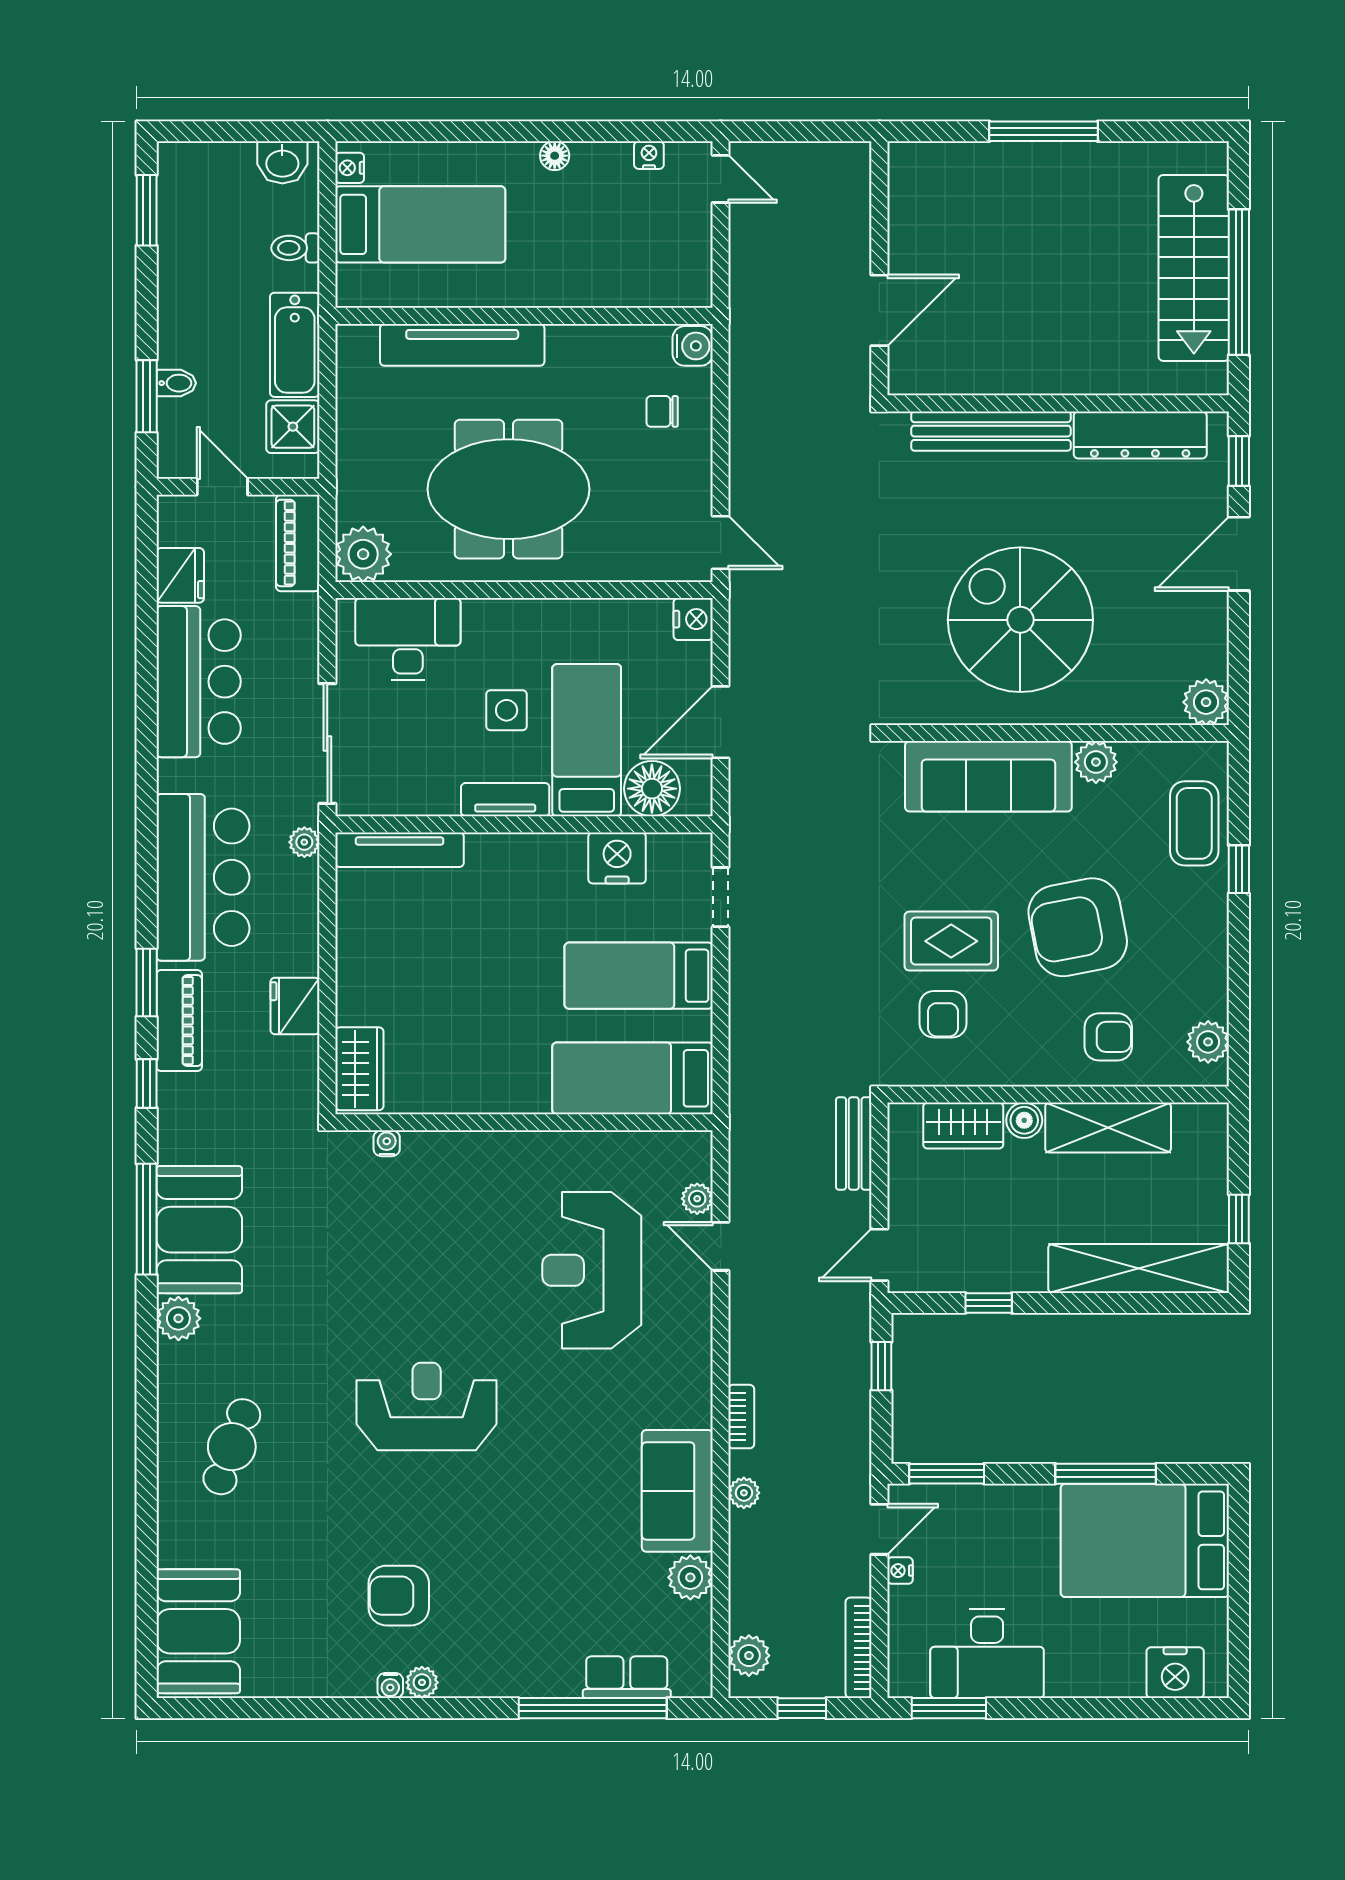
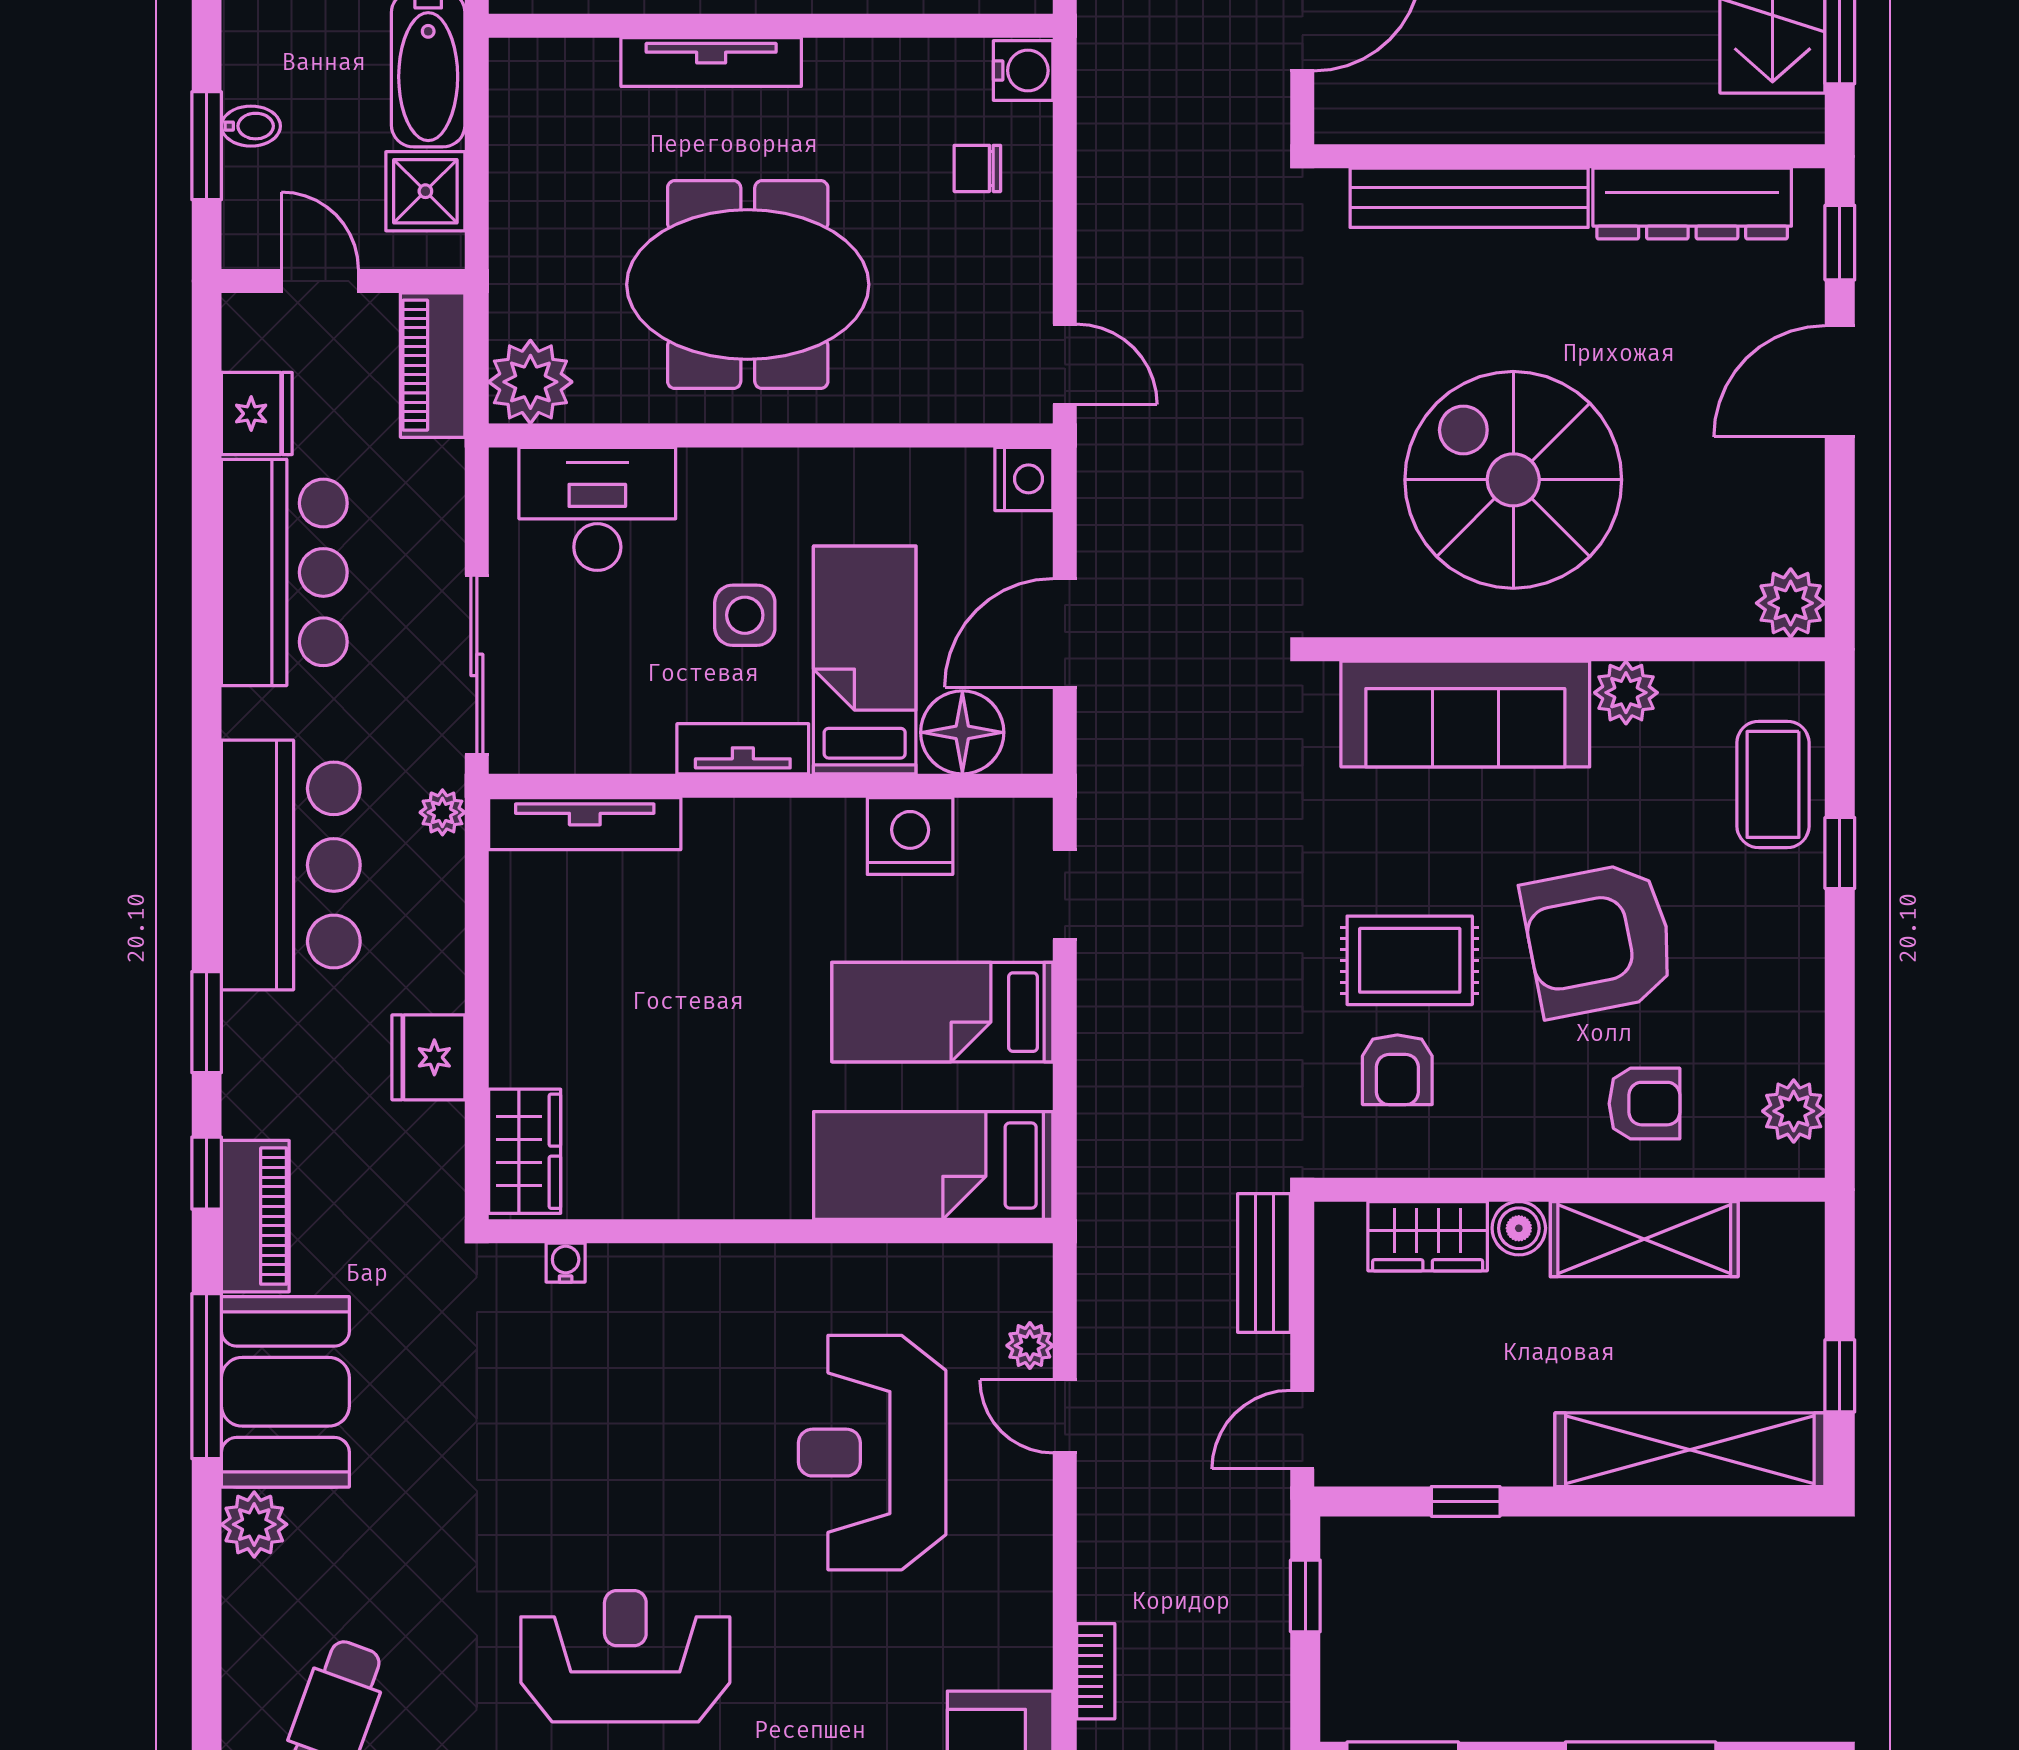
tv unit: (462, 345) -> (711, 62), width x0.73, depth x0.78
piano: (179, 1021) -> (255, 1216), moved

